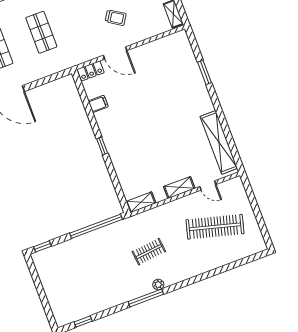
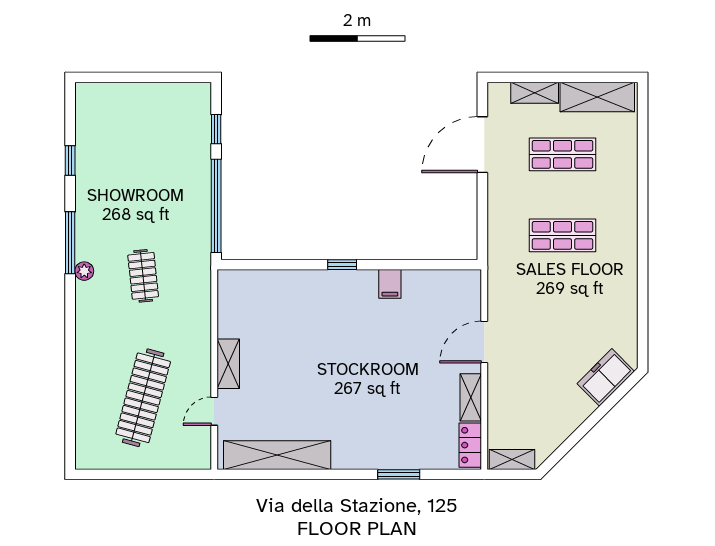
trolley: (116, 18) -> (541, 364), removed
locker: (91, 71) -> (470, 445), moved
filing cabinet: (98, 104) -> (390, 284), moved
shelving: (141, 202) -> (471, 397), moved
window: (43, 246) -> (216, 129), moved
window: (83, 322) -> (70, 161), moved

